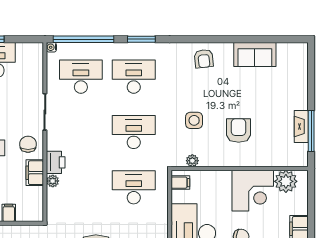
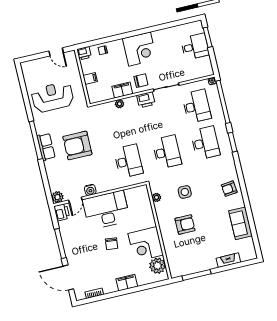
fireplace: (301, 126) -> (228, 260), moved
printer: (56, 162) -> (146, 100), moved
filing cabinet: (180, 183) -> (139, 193), removed

